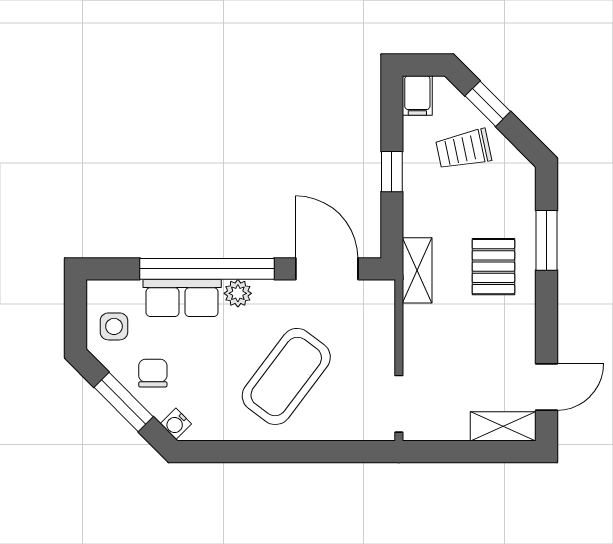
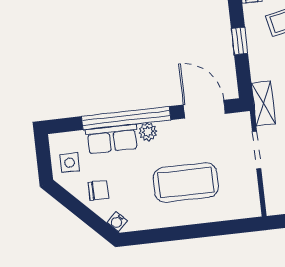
chair: (153, 373) -> (98, 190), turned 90
coffee table: (286, 376) -> (186, 183), turned 53
window: (124, 402) -> (82, 211), removed
doorway: (399, 404) -> (257, 150), moved

